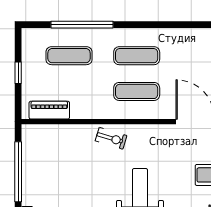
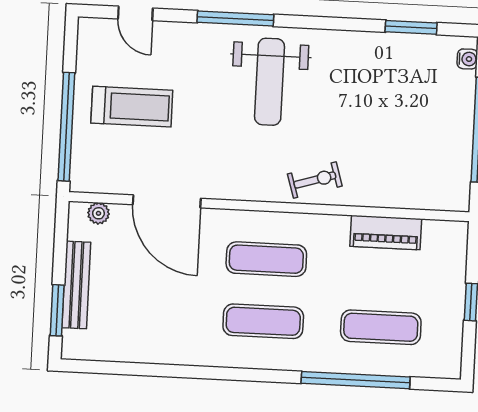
piano: (49, 110) -> (386, 233), moved
exercise bike: (111, 138) -> (315, 180), turned 146

